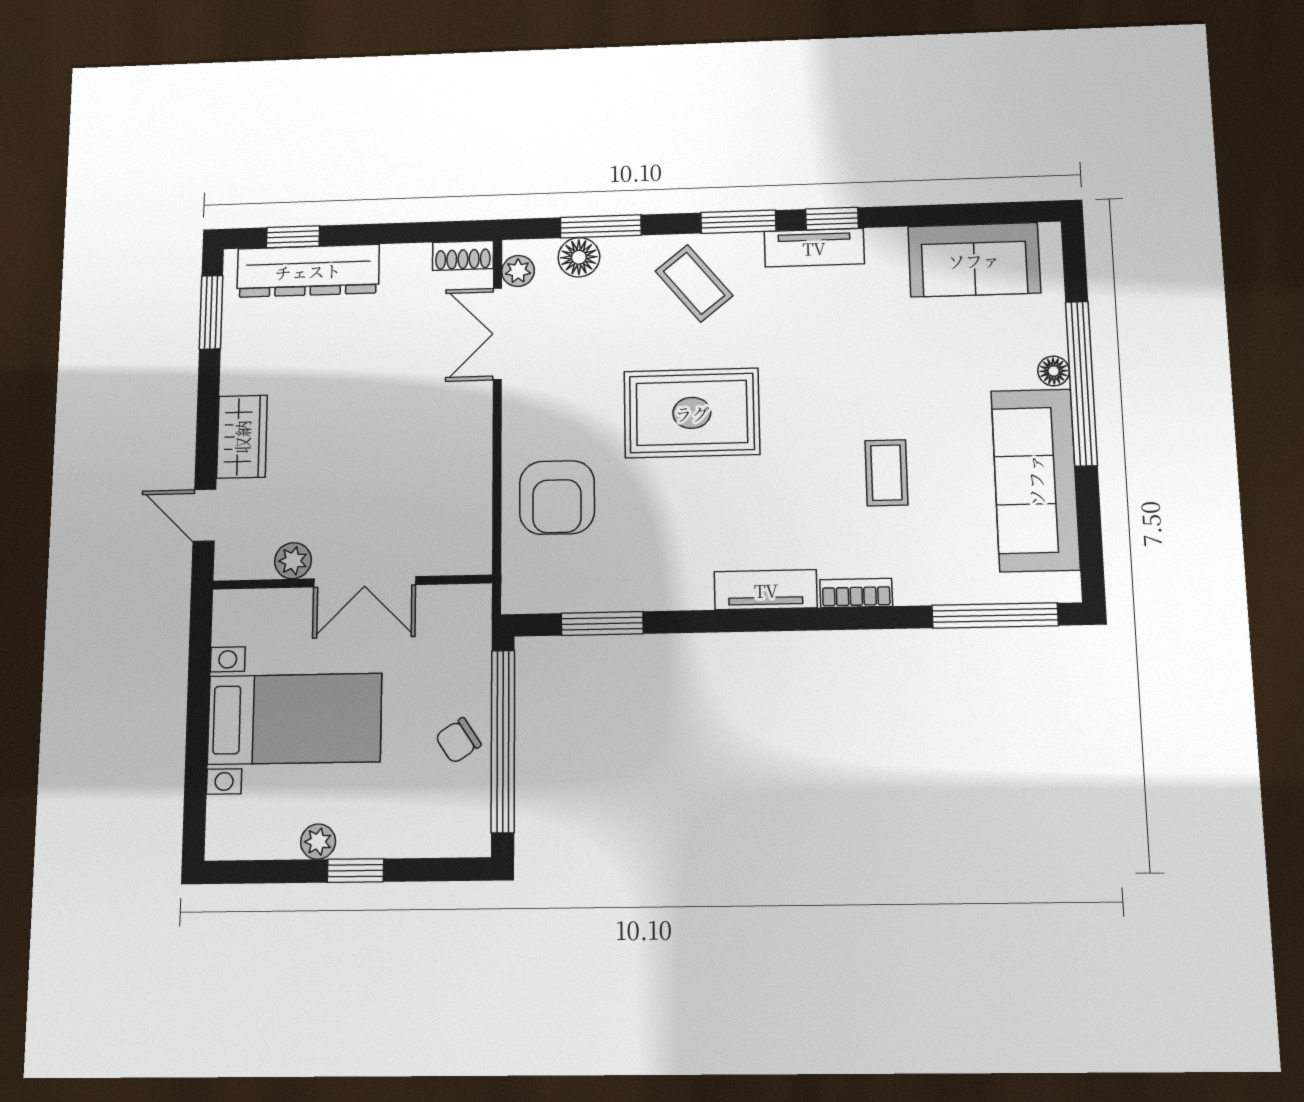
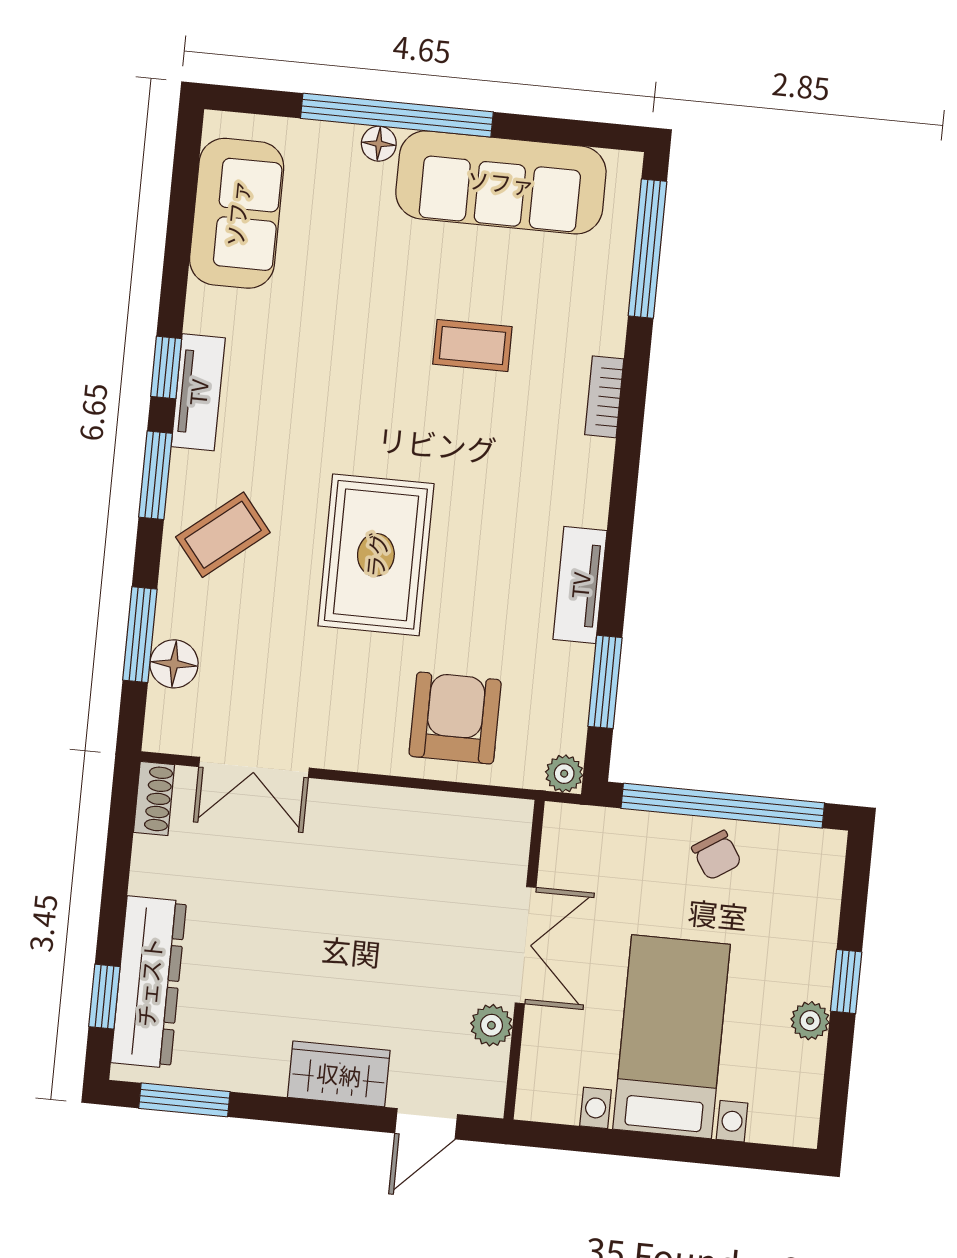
plant: (518, 271) -> (564, 774), moved
armchair: (557, 497) -> (455, 718), turned -90
tv unit: (766, 590) -> (580, 585), moved

